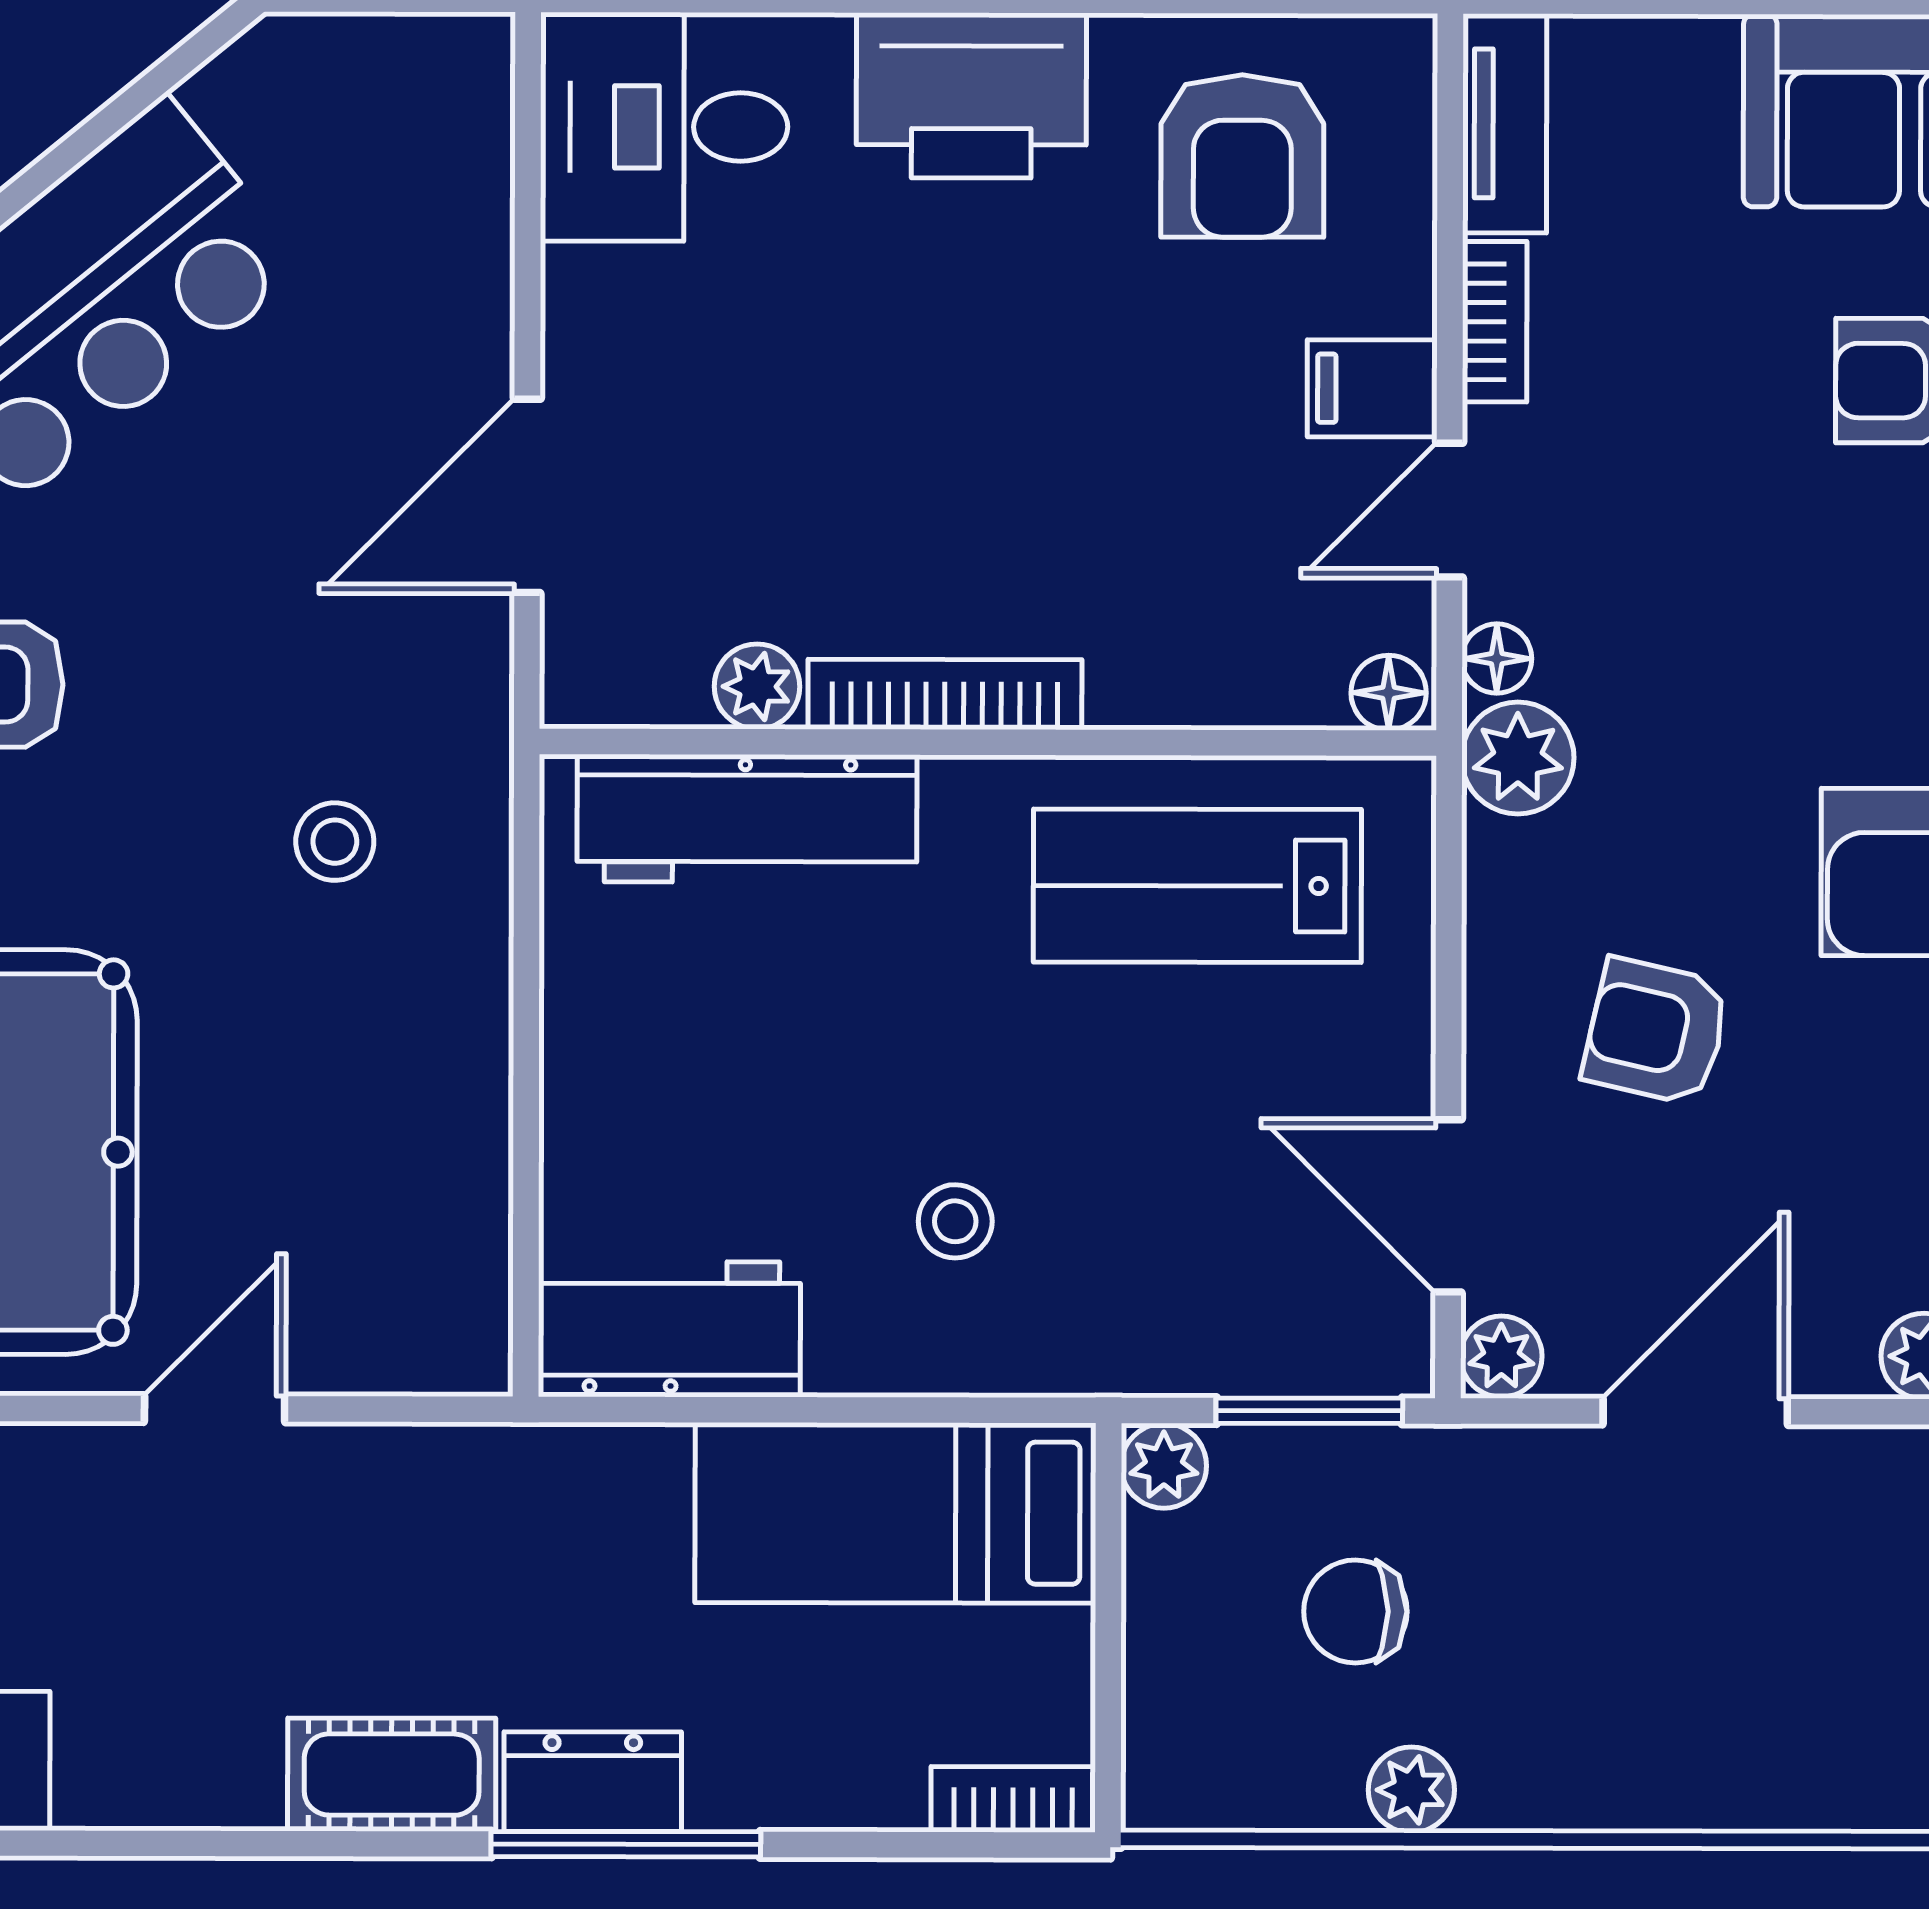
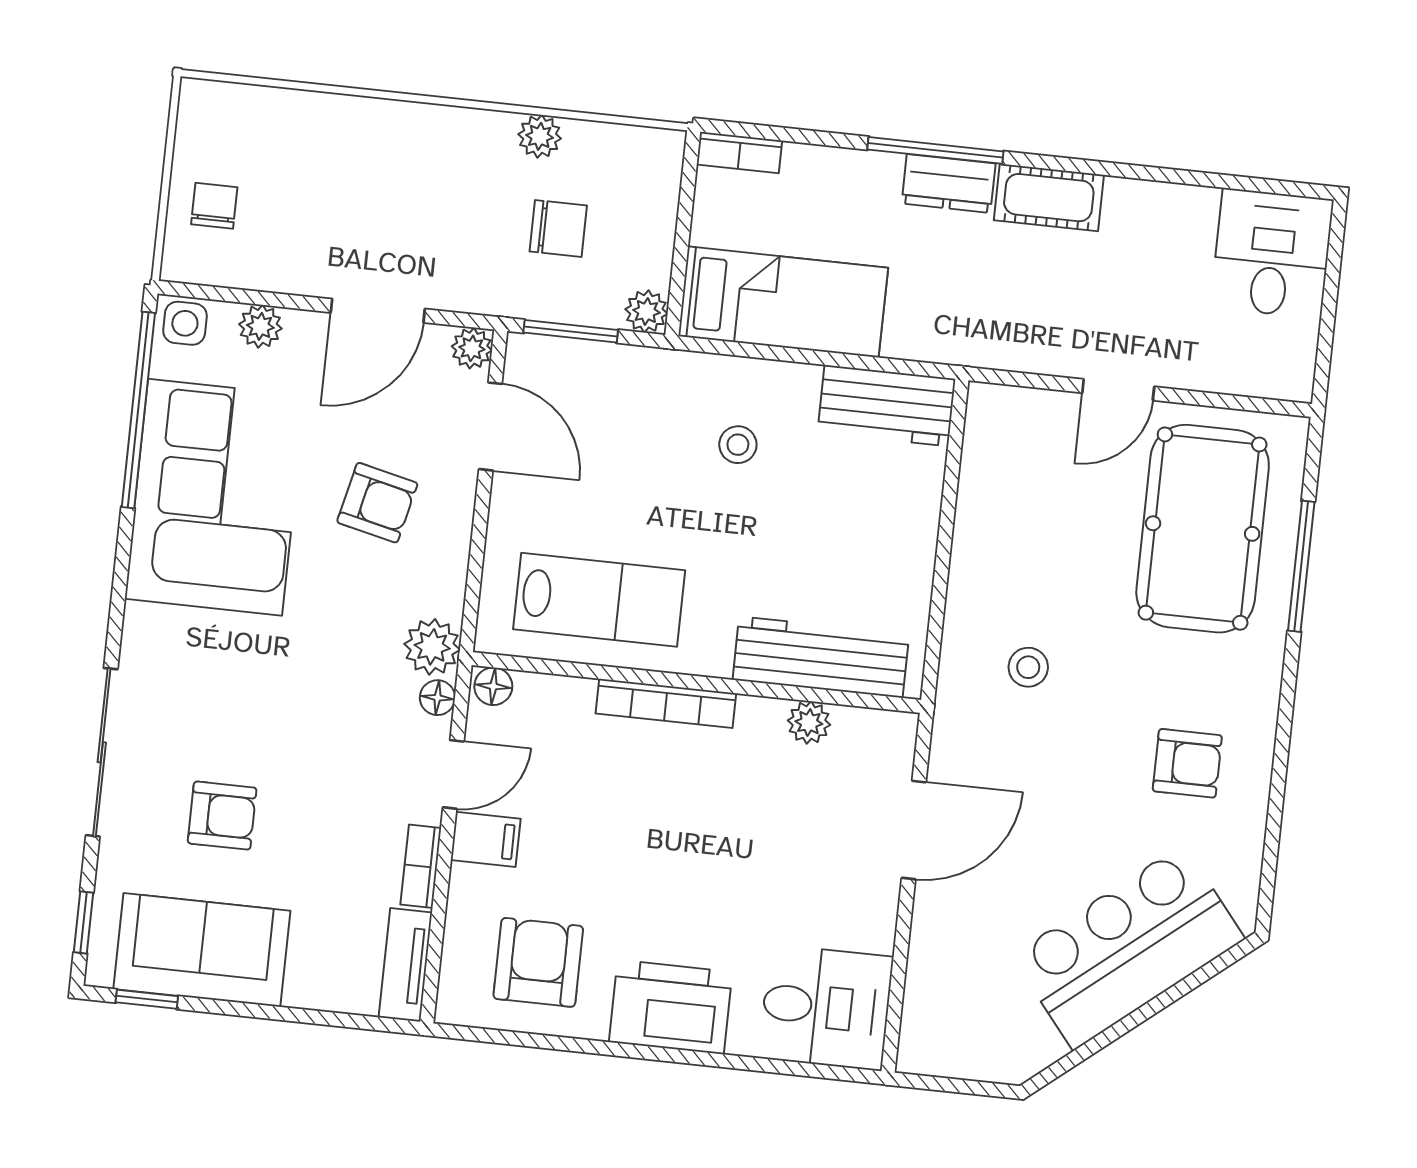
bookcase: (945, 694) -> (666, 703), moved

